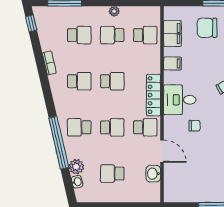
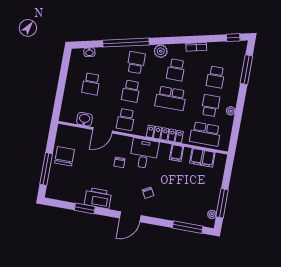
chair: (207, 28) -> (65, 156), moved
school desk: (145, 35) -> (205, 134), width x1.85
school desk: (112, 81) -> (171, 98), width x1.85
locker: (153, 95) -> (165, 134), moved
plant: (76, 167) -> (161, 51), moved
school desk: (112, 174) -> (91, 84), turned 180

